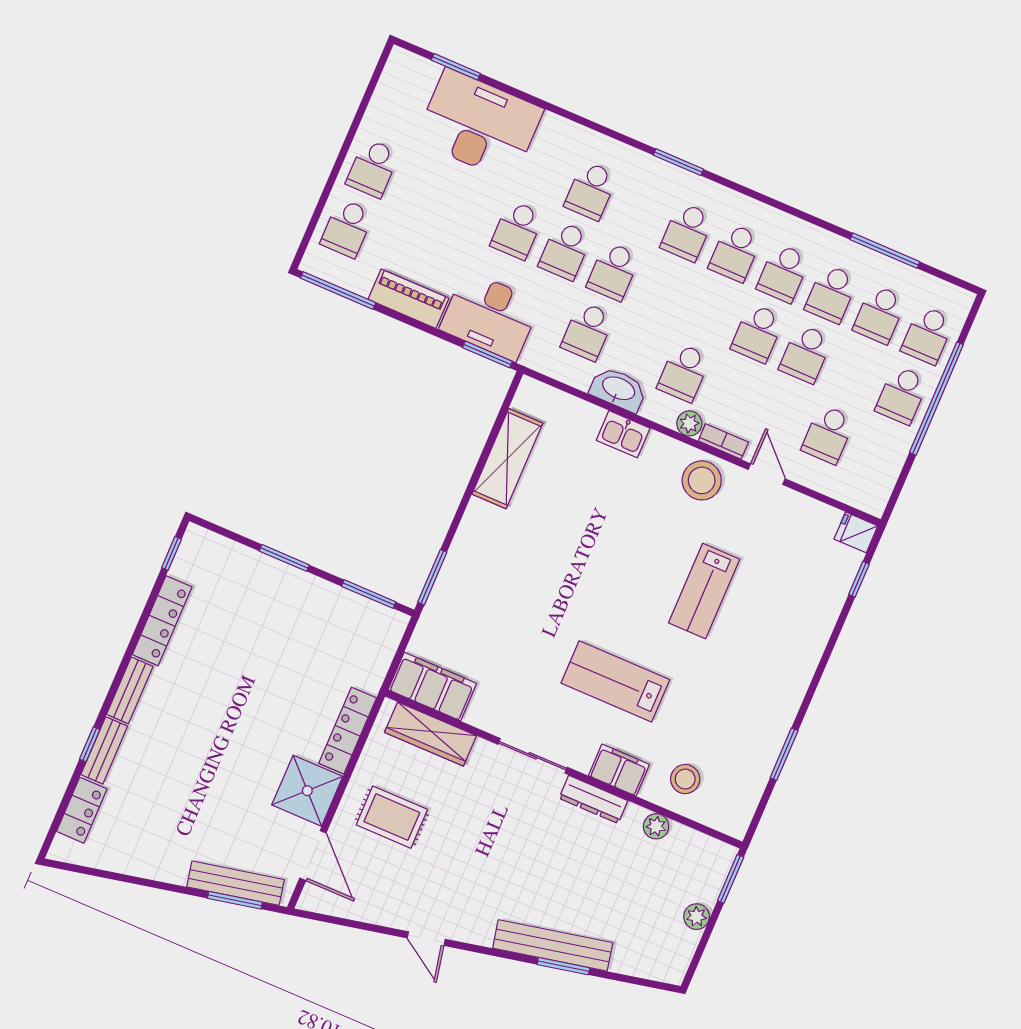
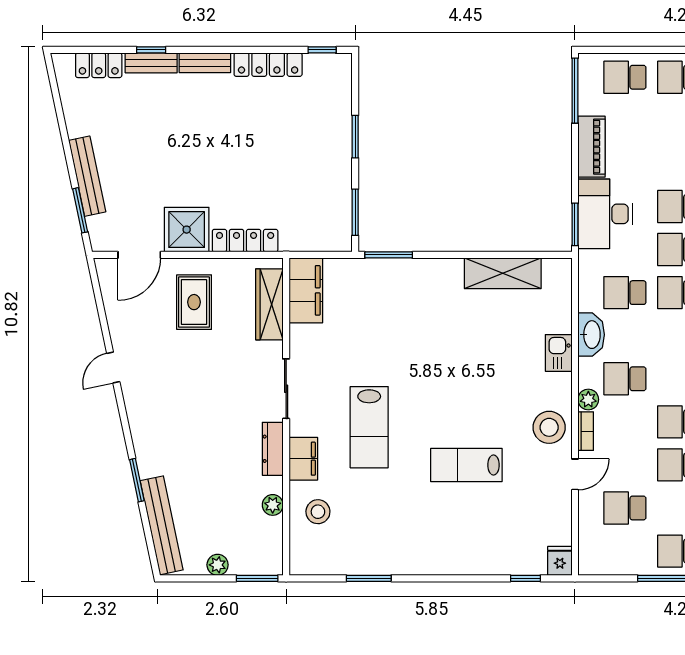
lab bench: (615, 681) -> (369, 427), turned 180
bench: (235, 883) -> (87, 176), moved
bench: (553, 945) -> (162, 525), moved

